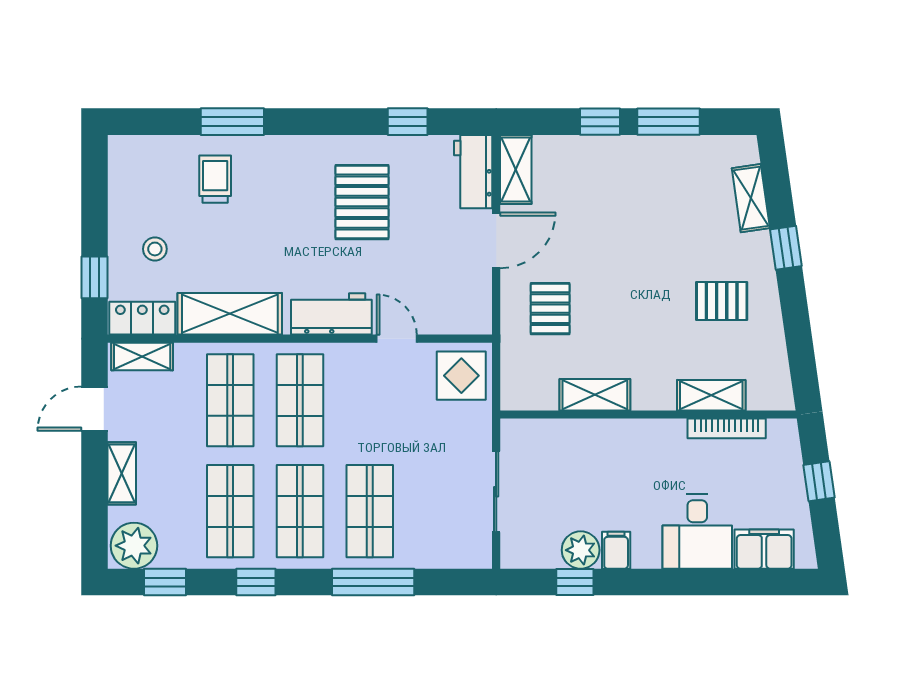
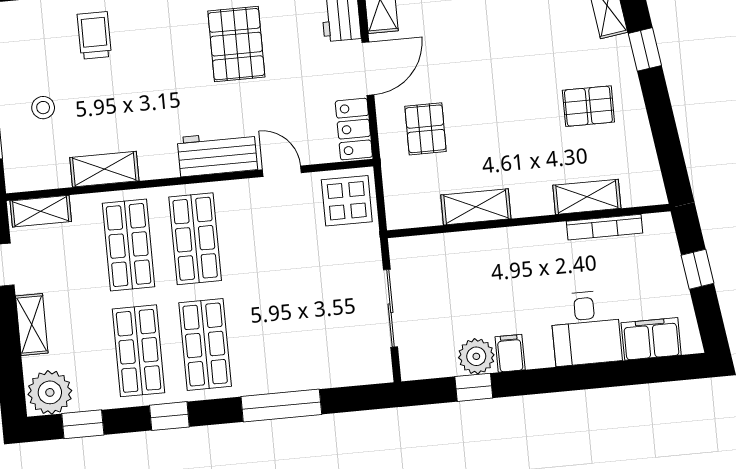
shelving: (230, 314) -> (104, 169), width x0.67, depth x0.75
locker: (142, 318) -> (354, 129), moved, turned -90
shop shelf: (370, 511) -> (272, 338), removed

